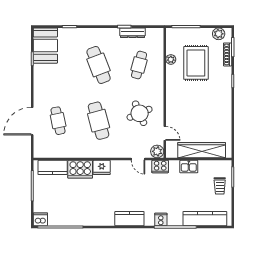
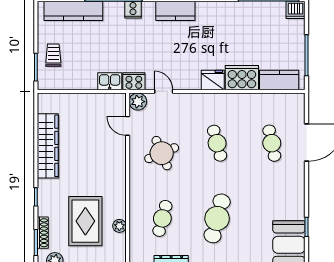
cafe table: (99, 65) -> (217, 218), turned 36
cafe table: (99, 121) -> (217, 143), width x0.73, depth x0.74
wardrobe: (202, 150) -> (48, 146), moved, turned -90
kitchen sink: (189, 167) -> (110, 81), moved

